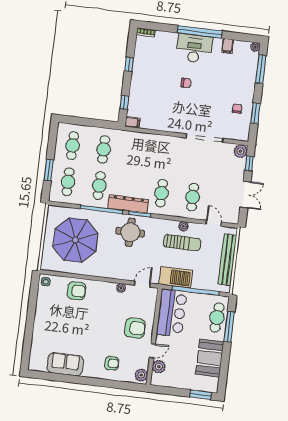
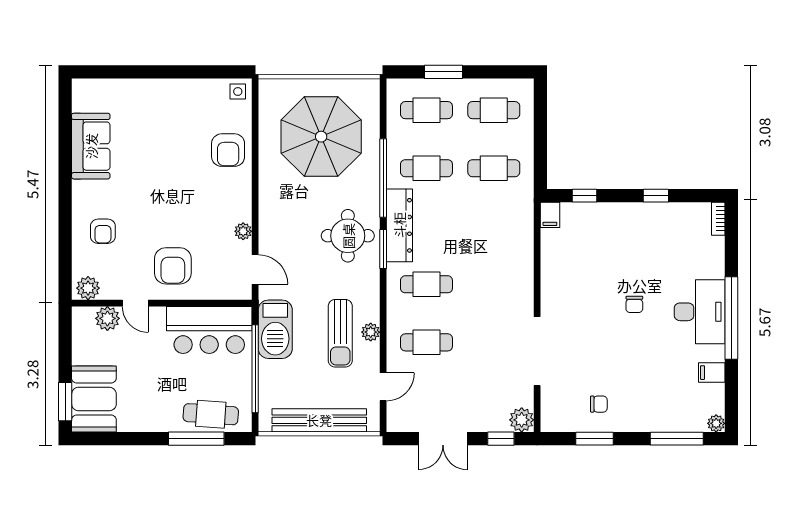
booth: (210, 358) -> (94, 399), moved, turned 90

